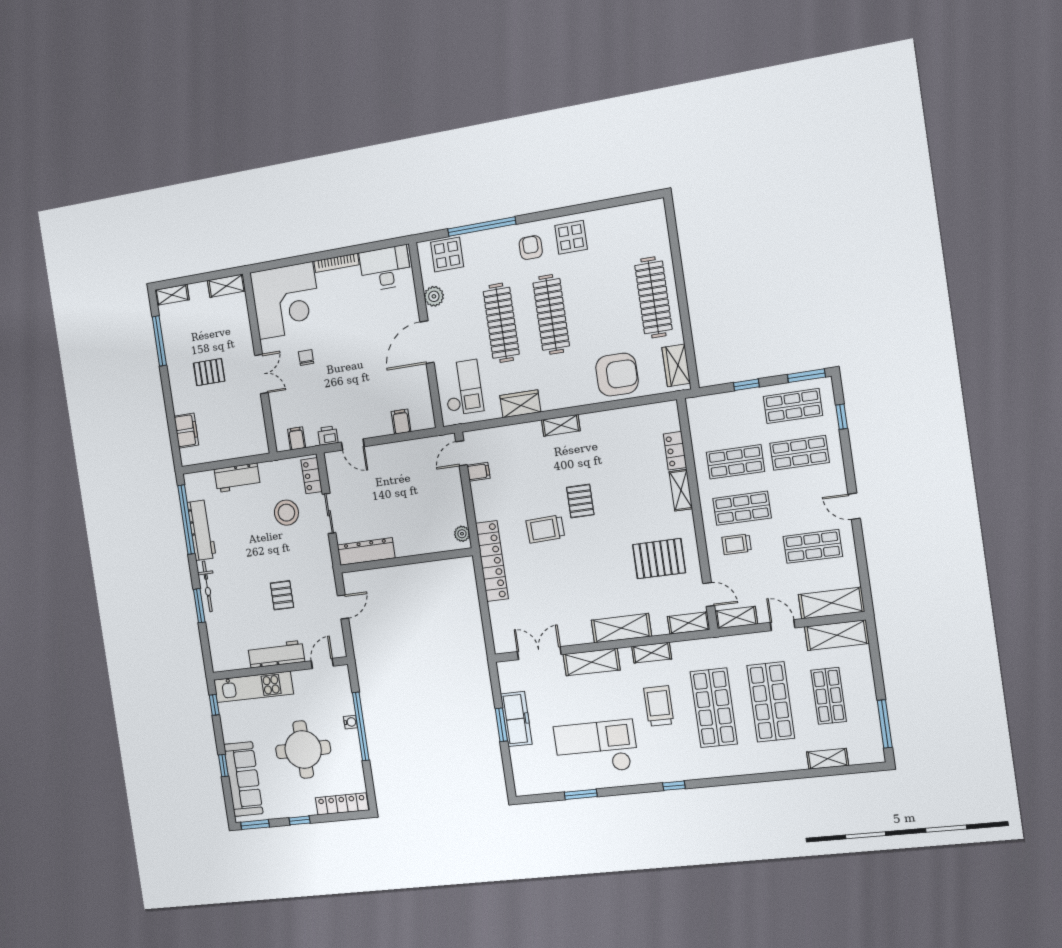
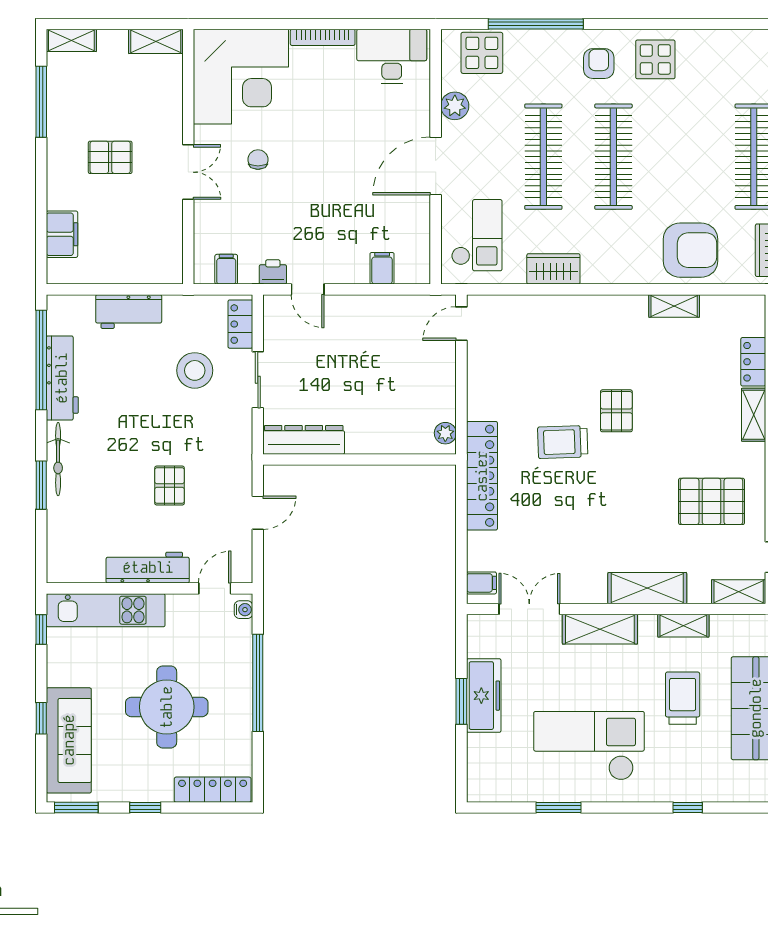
shelving: (561, 425) -> (674, 306), moved
filing cabinet: (478, 472) -> (481, 583), moved
water cooler: (350, 722) -> (244, 610), moved

